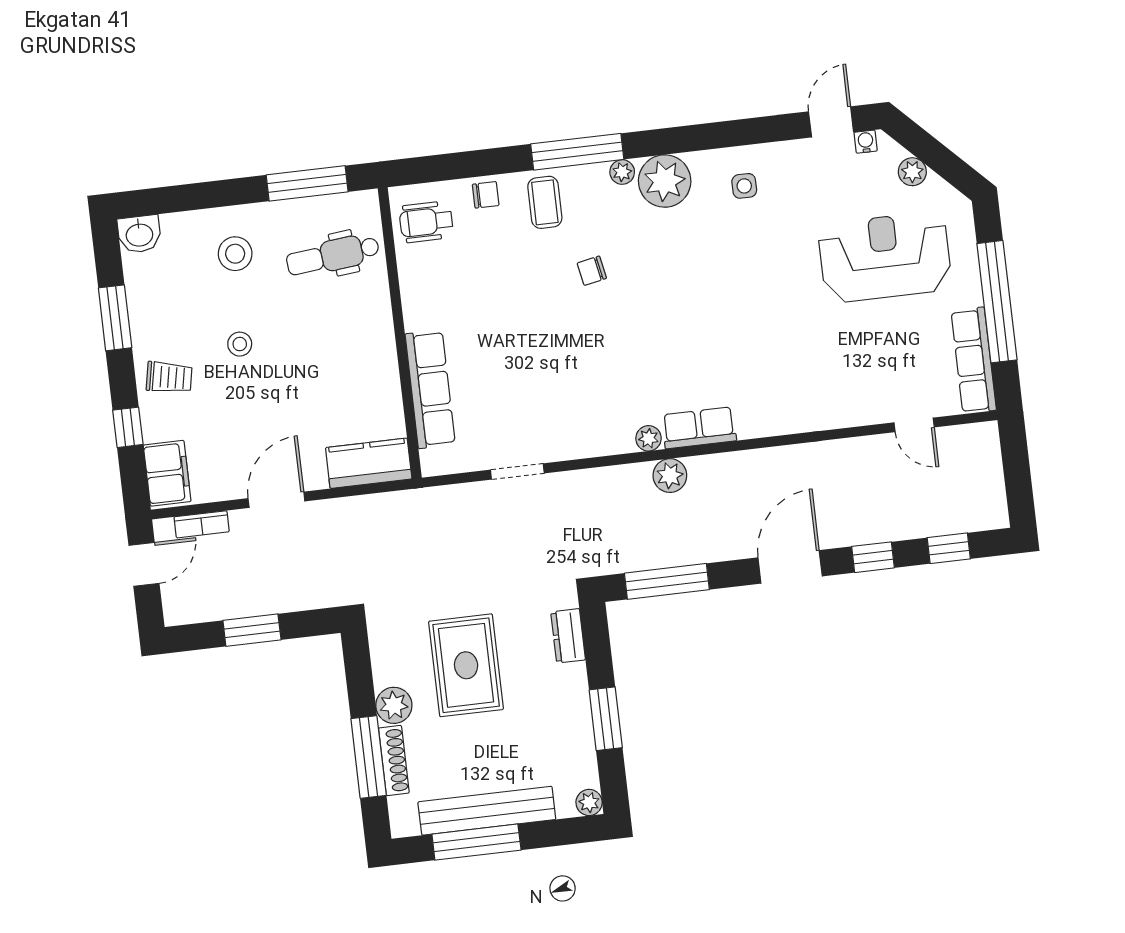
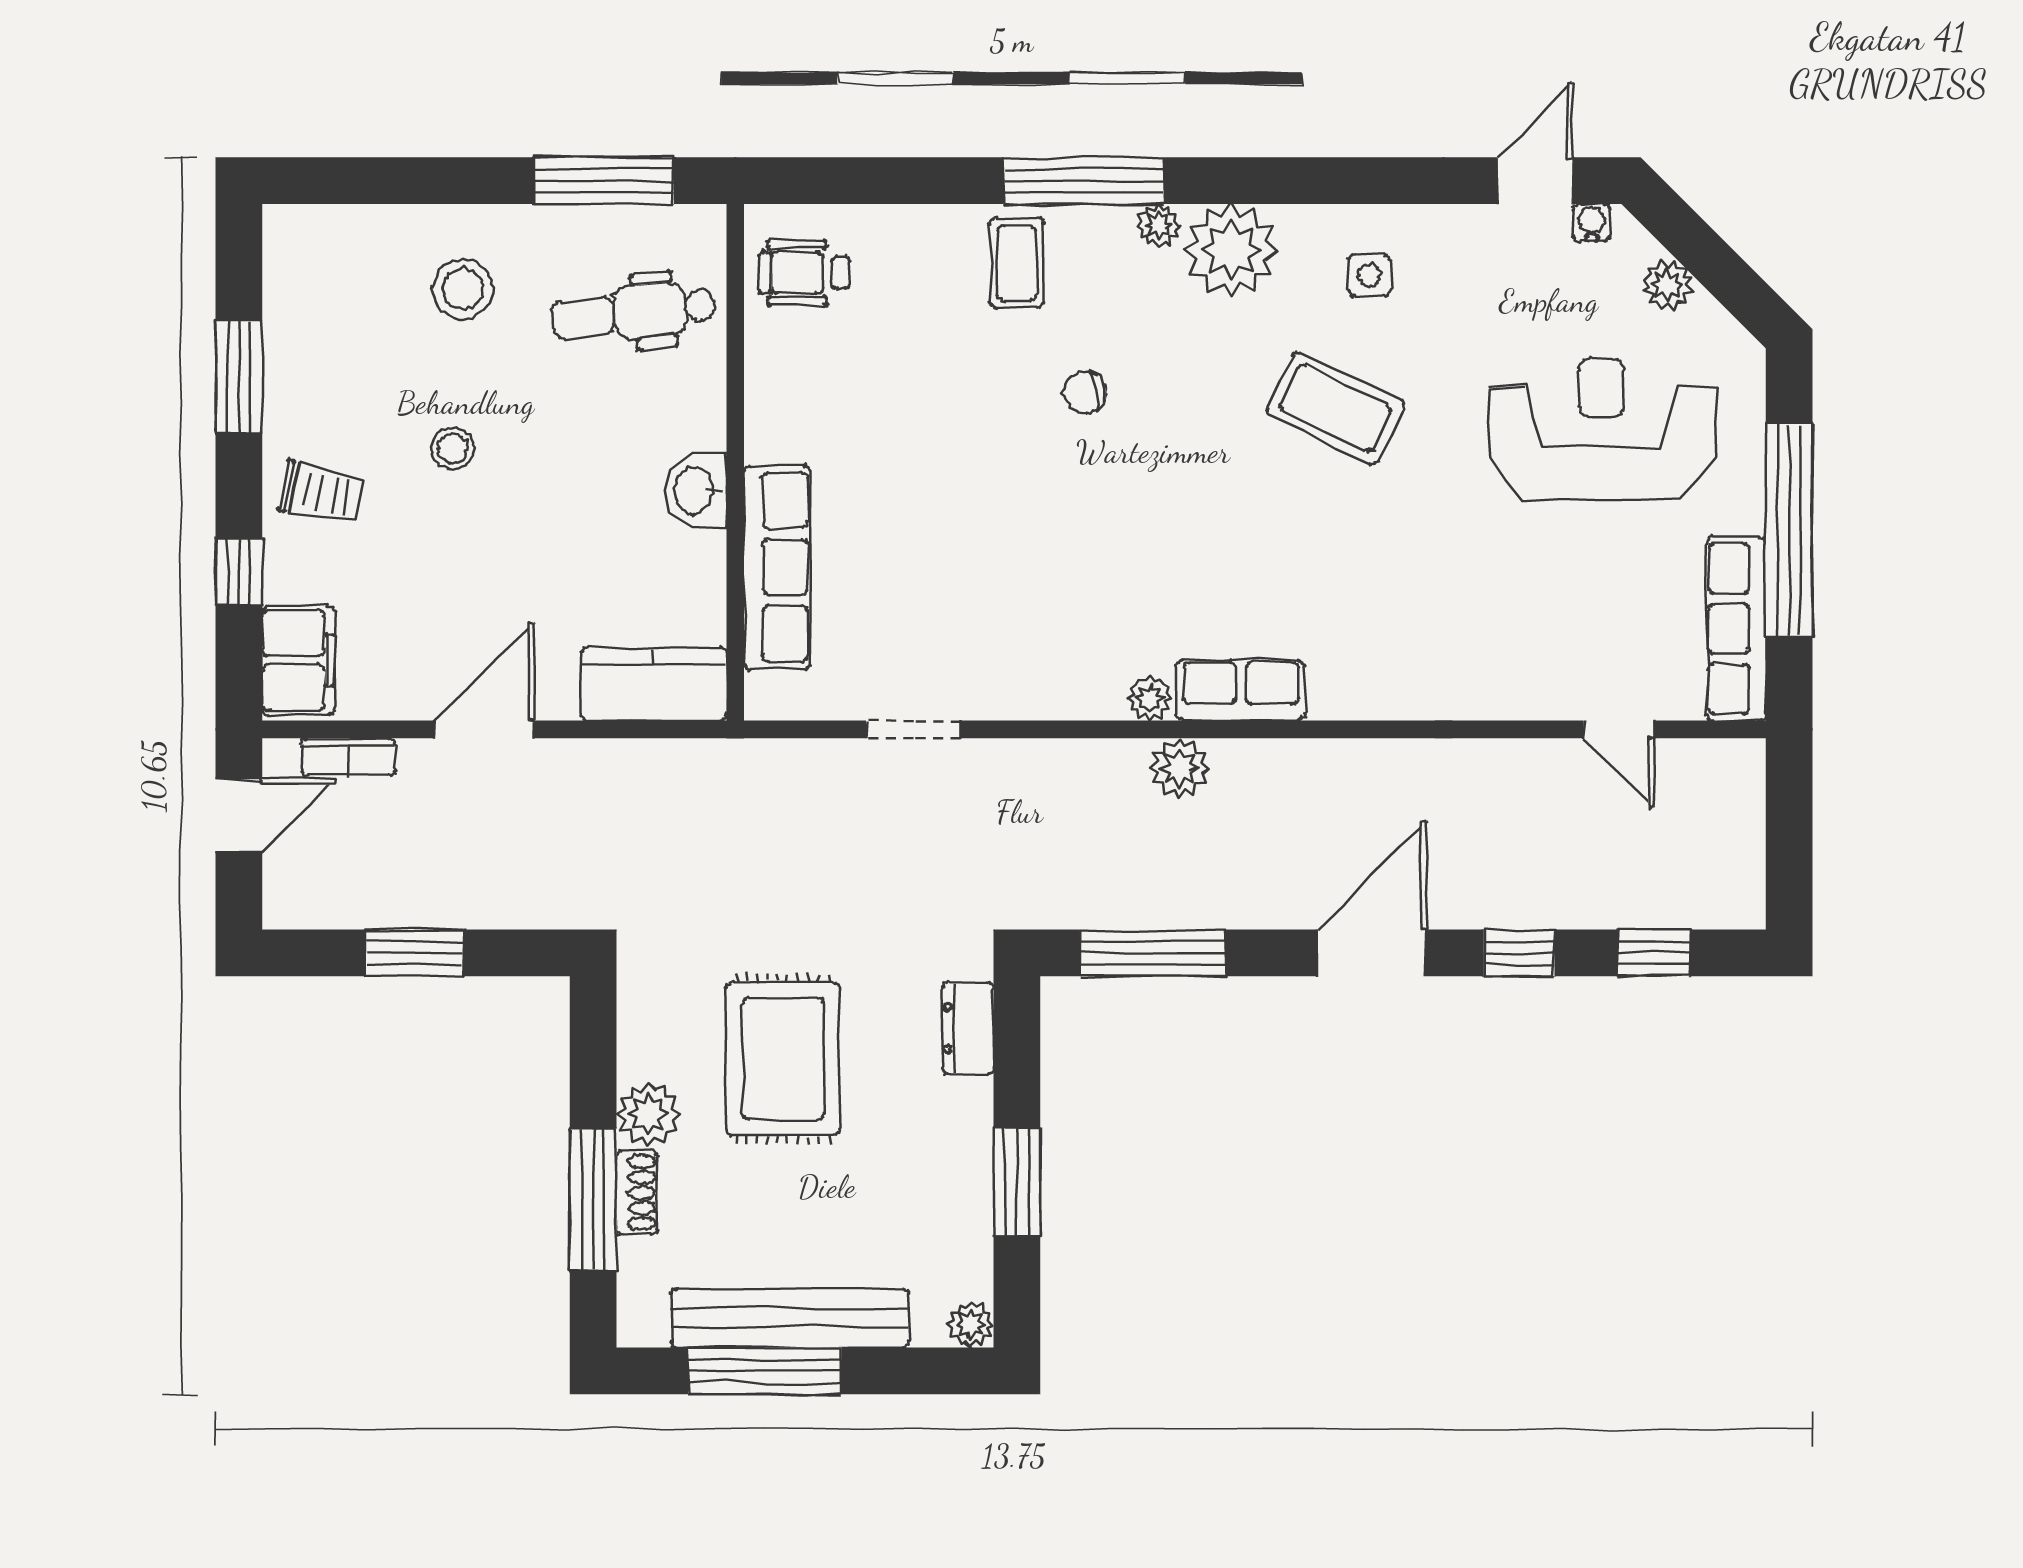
chair: (486, 195) -> (914, 238), removed
washbasin: (139, 234) -> (695, 491), moved, turned 90
coffee table: (734, 263) -> (1335, 408), added
shoe rack: (394, 760) -> (637, 1193), width x0.70

